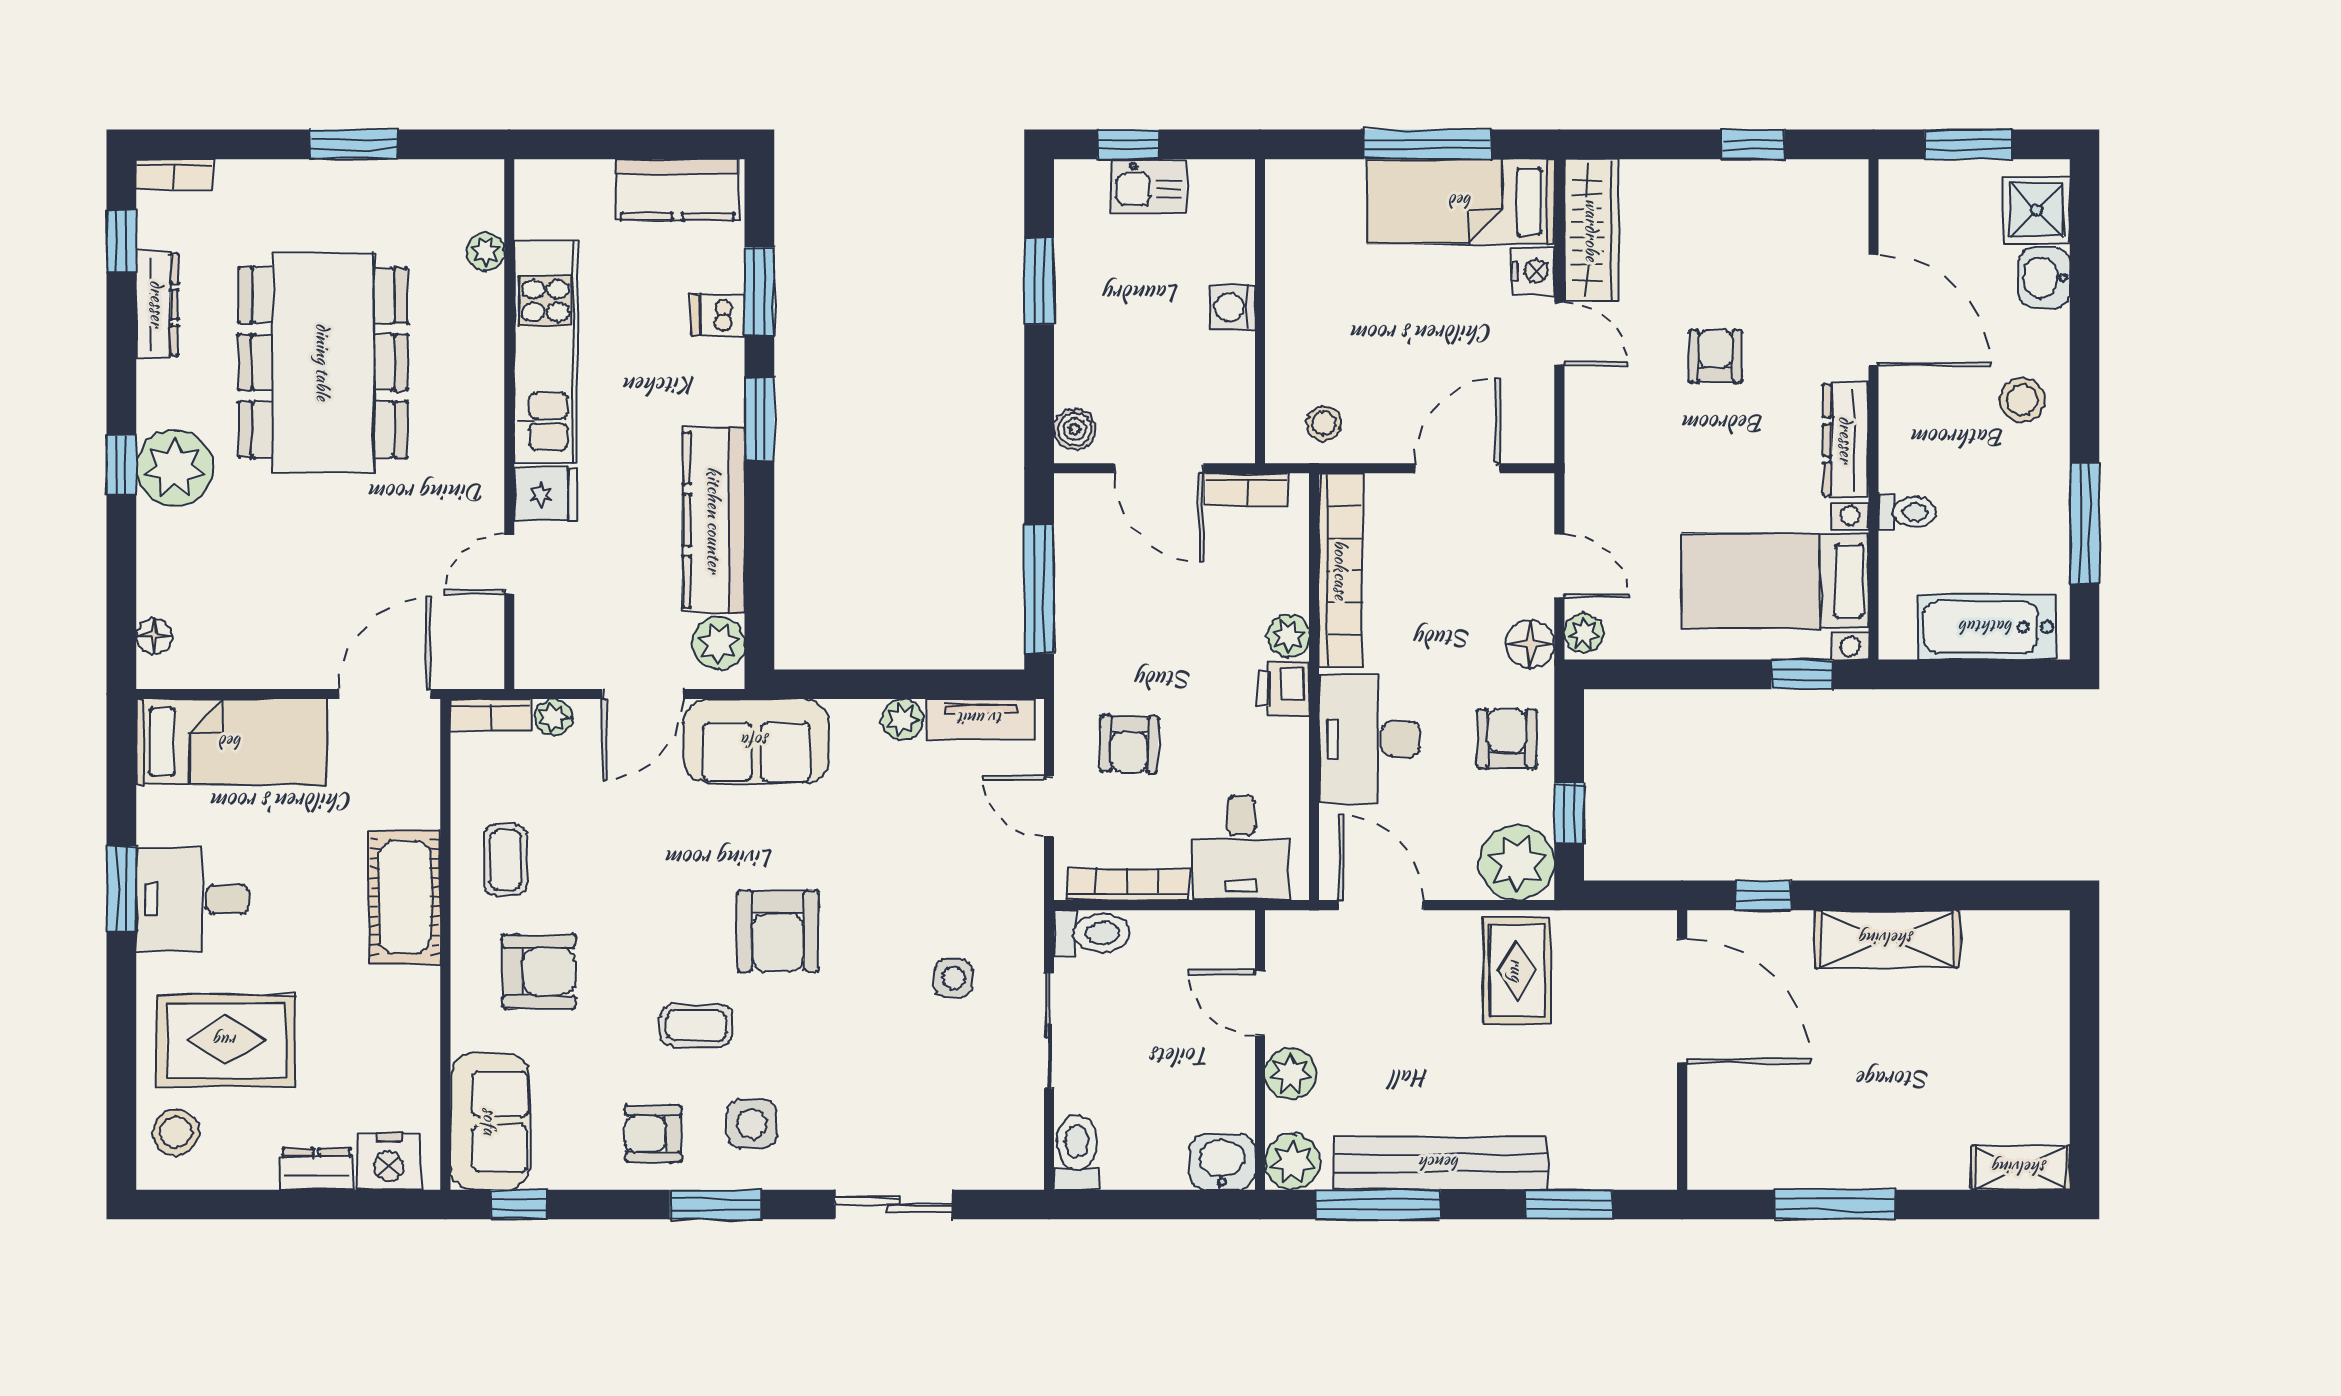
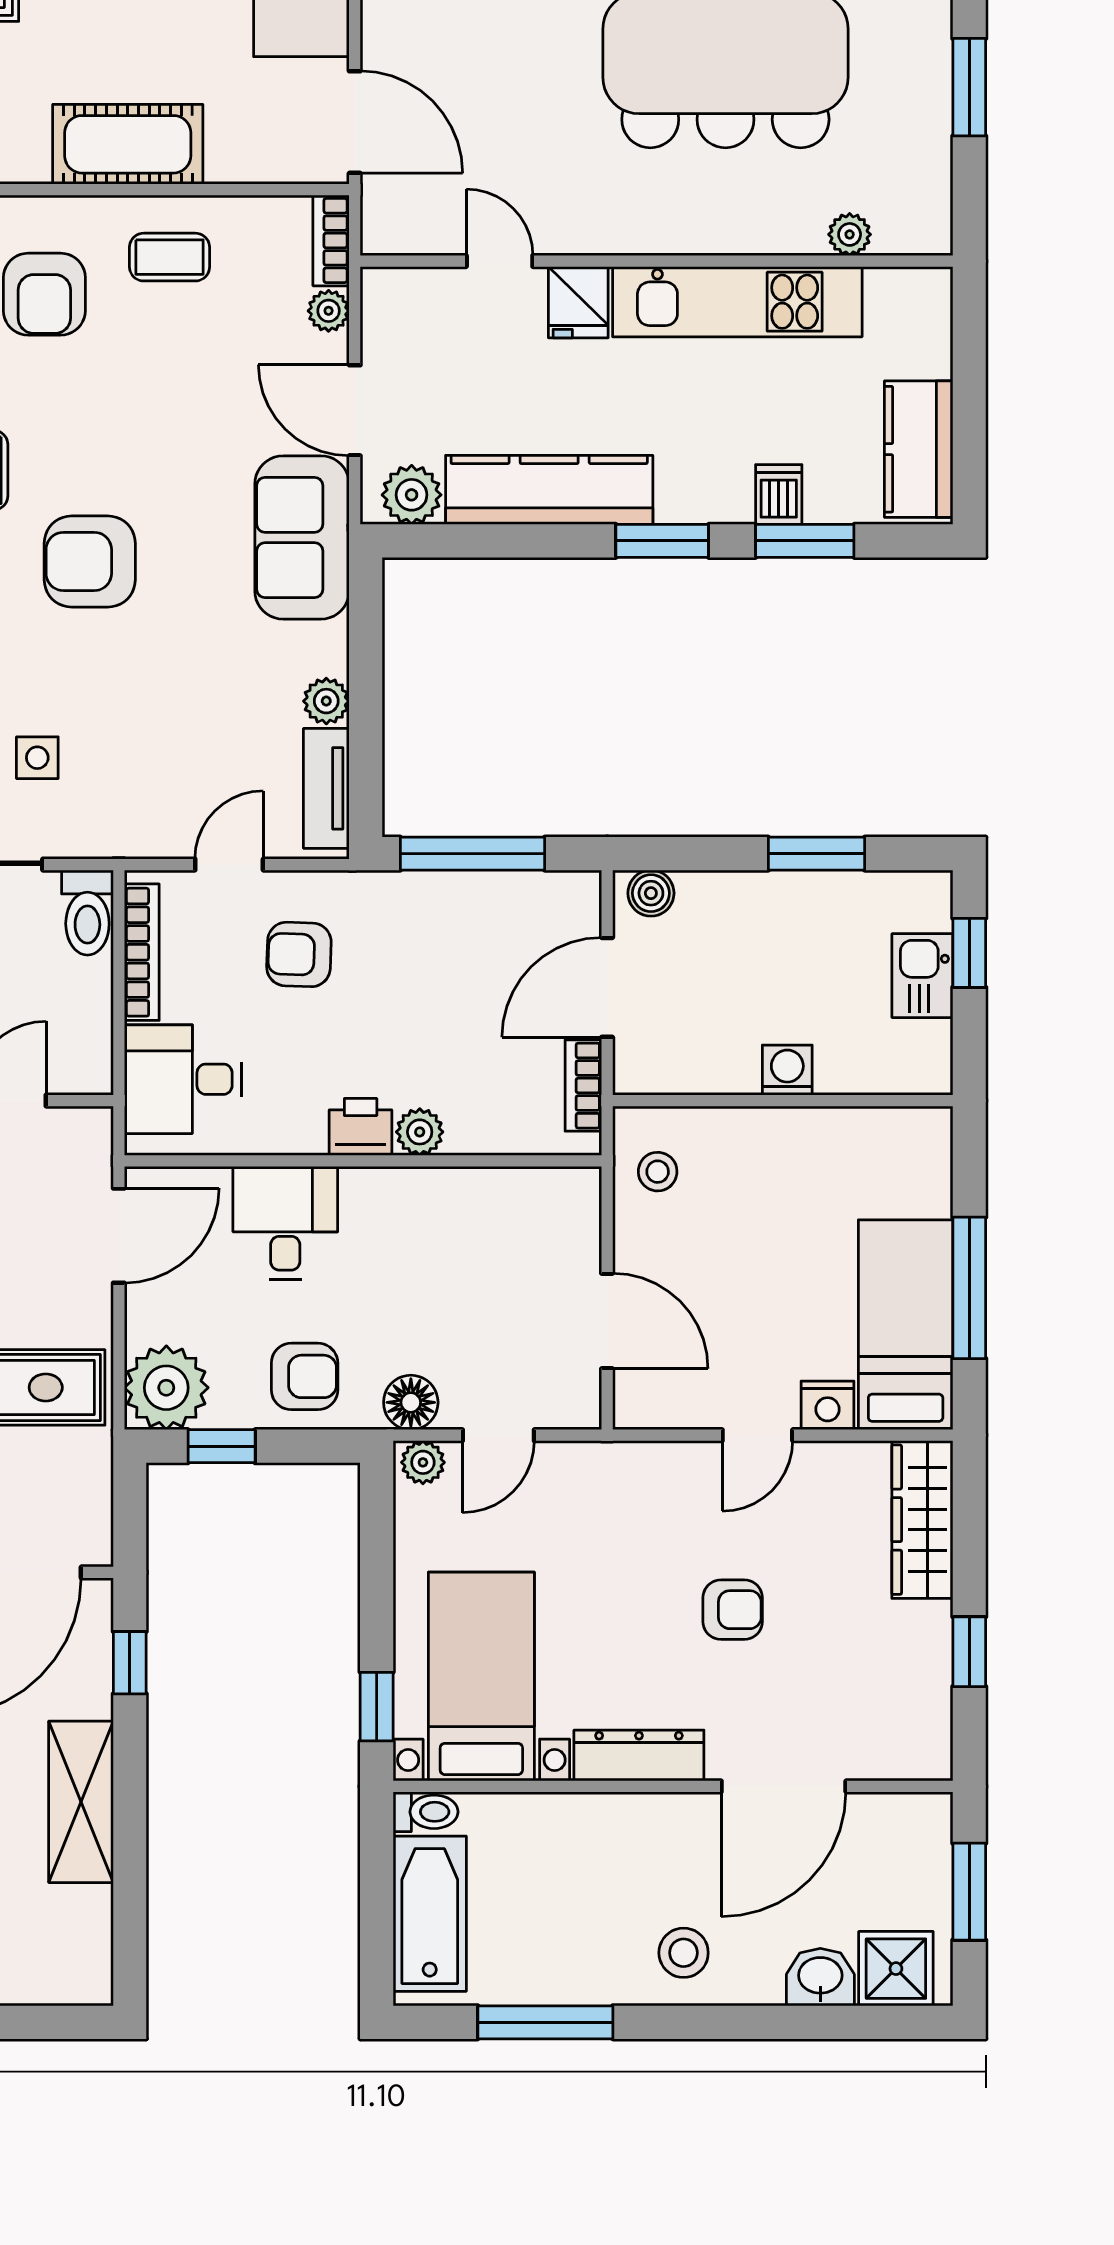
wardrobe: (1592, 230) -> (922, 1520), moved, turned 90
toilet: (1907, 512) -> (426, 1812), moved, turned -90
bookcase: (1341, 570) -> (493, 1191), removed
desk: (1369, 739) -> (285, 1223), width x0.73

